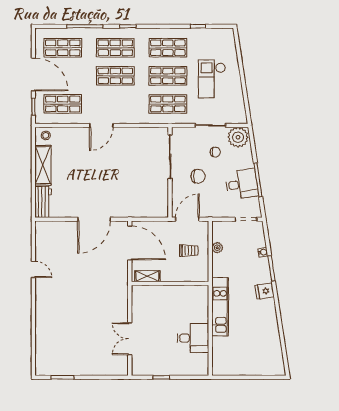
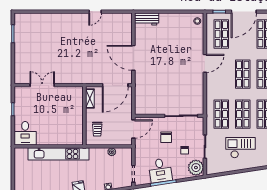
door: (101, 125) -> (205, 63), swing flipped
shelving: (43, 165) -> (175, 19), removed
door: (187, 219) -> (133, 129), hinge flipped
trolley: (189, 251) -> (97, 129), moved
kitchen unit: (220, 307) -> (59, 154), width x1.36
desk: (193, 338) -> (25, 133), moved

